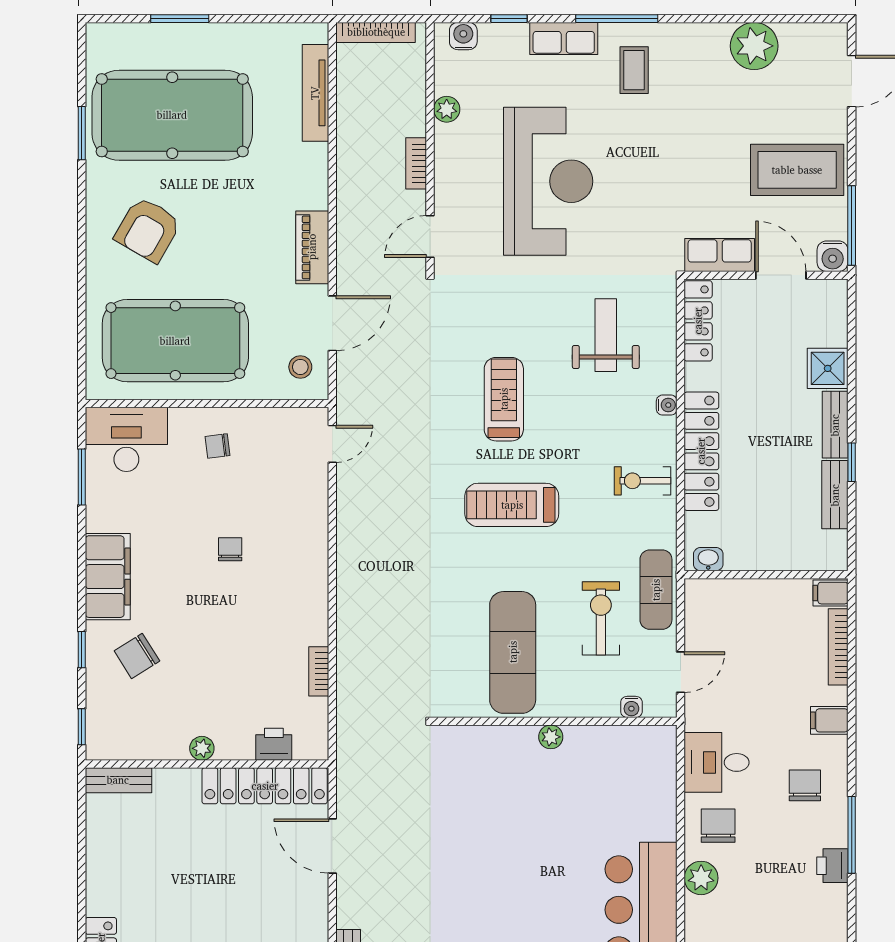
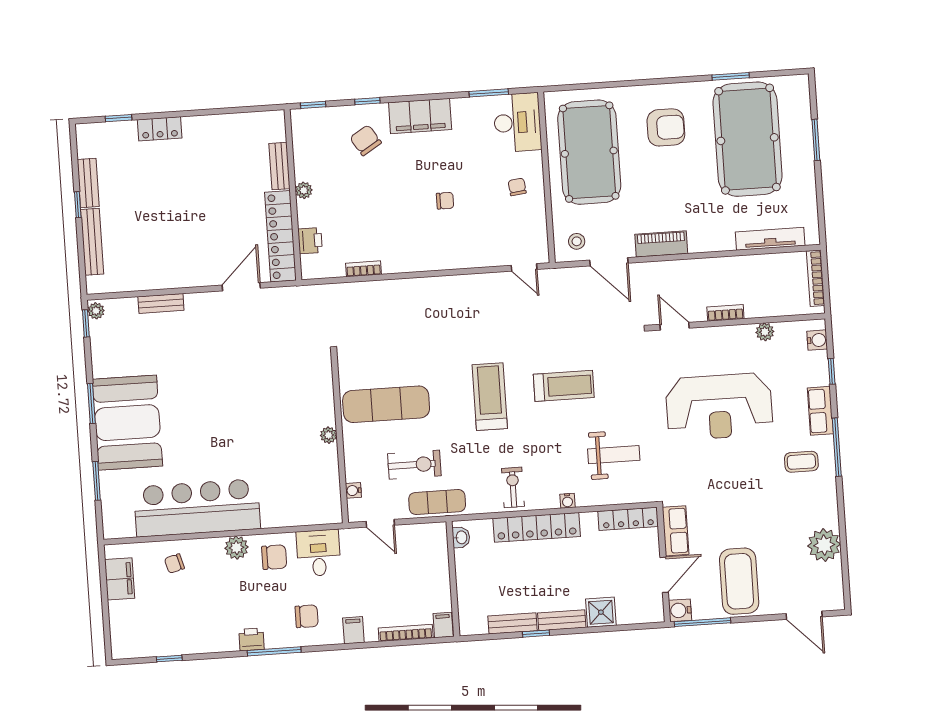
armchair: (148, 230) -> (666, 127), turned 150
bench: (118, 780) -> (279, 166), moved

